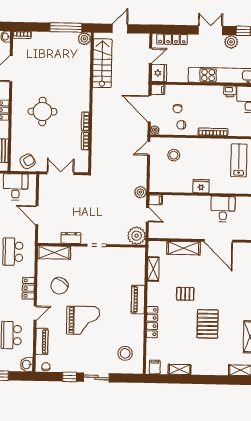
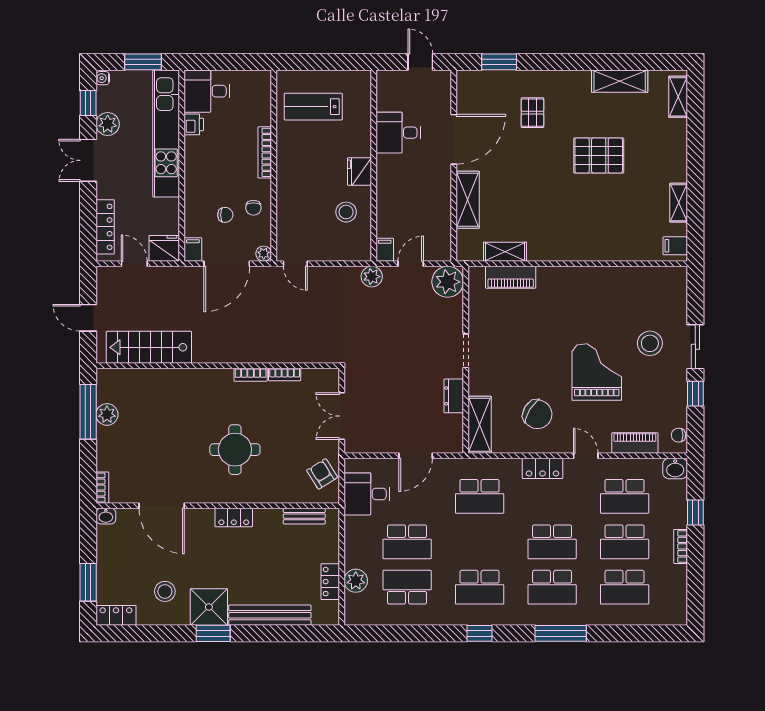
plant: (84, 39) -> (107, 414), moved
stool: (174, 155) -> (346, 212), moved
pallet: (185, 294) -> (532, 113), moved
piano: (138, 299) -> (511, 277), moved
locker: (152, 322) -> (597, 252), removed
stool: (125, 353) -> (650, 343), moved

